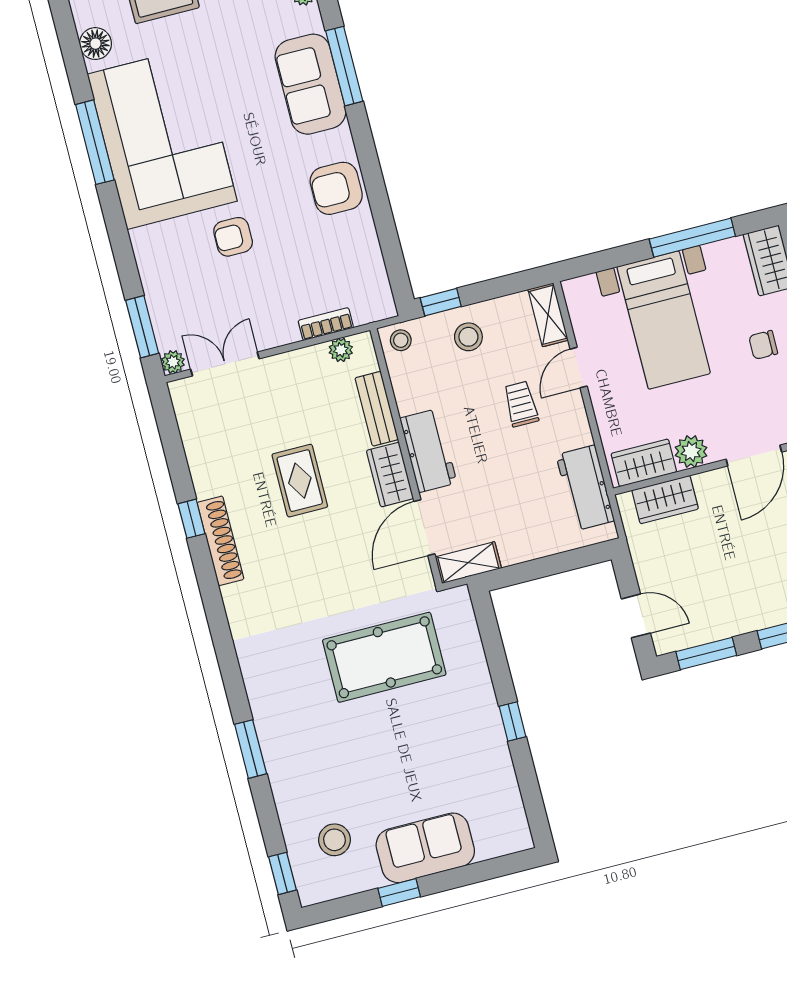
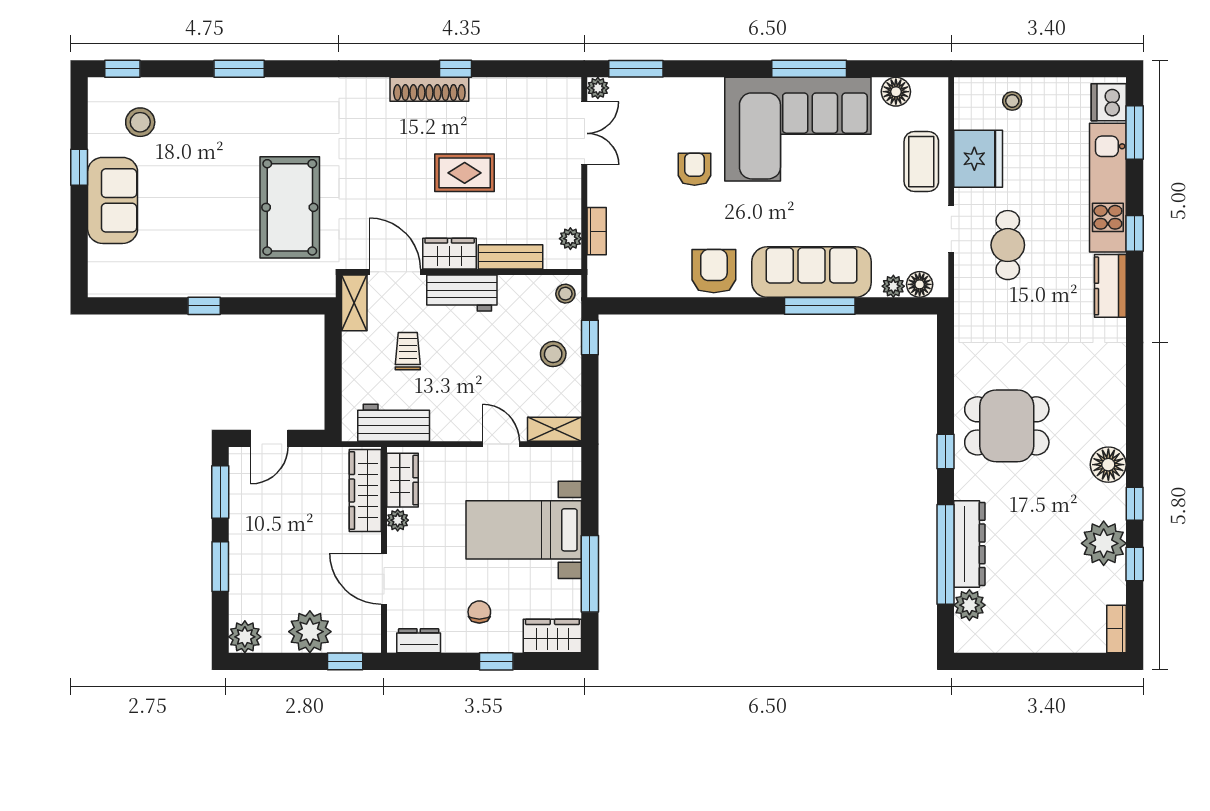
sofa: (310, 84) -> (812, 272), width x1.36
trolley: (521, 404) -> (408, 351), moved, turned -90
plant: (691, 451) -> (398, 520), width x0.73, depth x0.73
wardrobe: (665, 500) -> (365, 491), width x1.50

